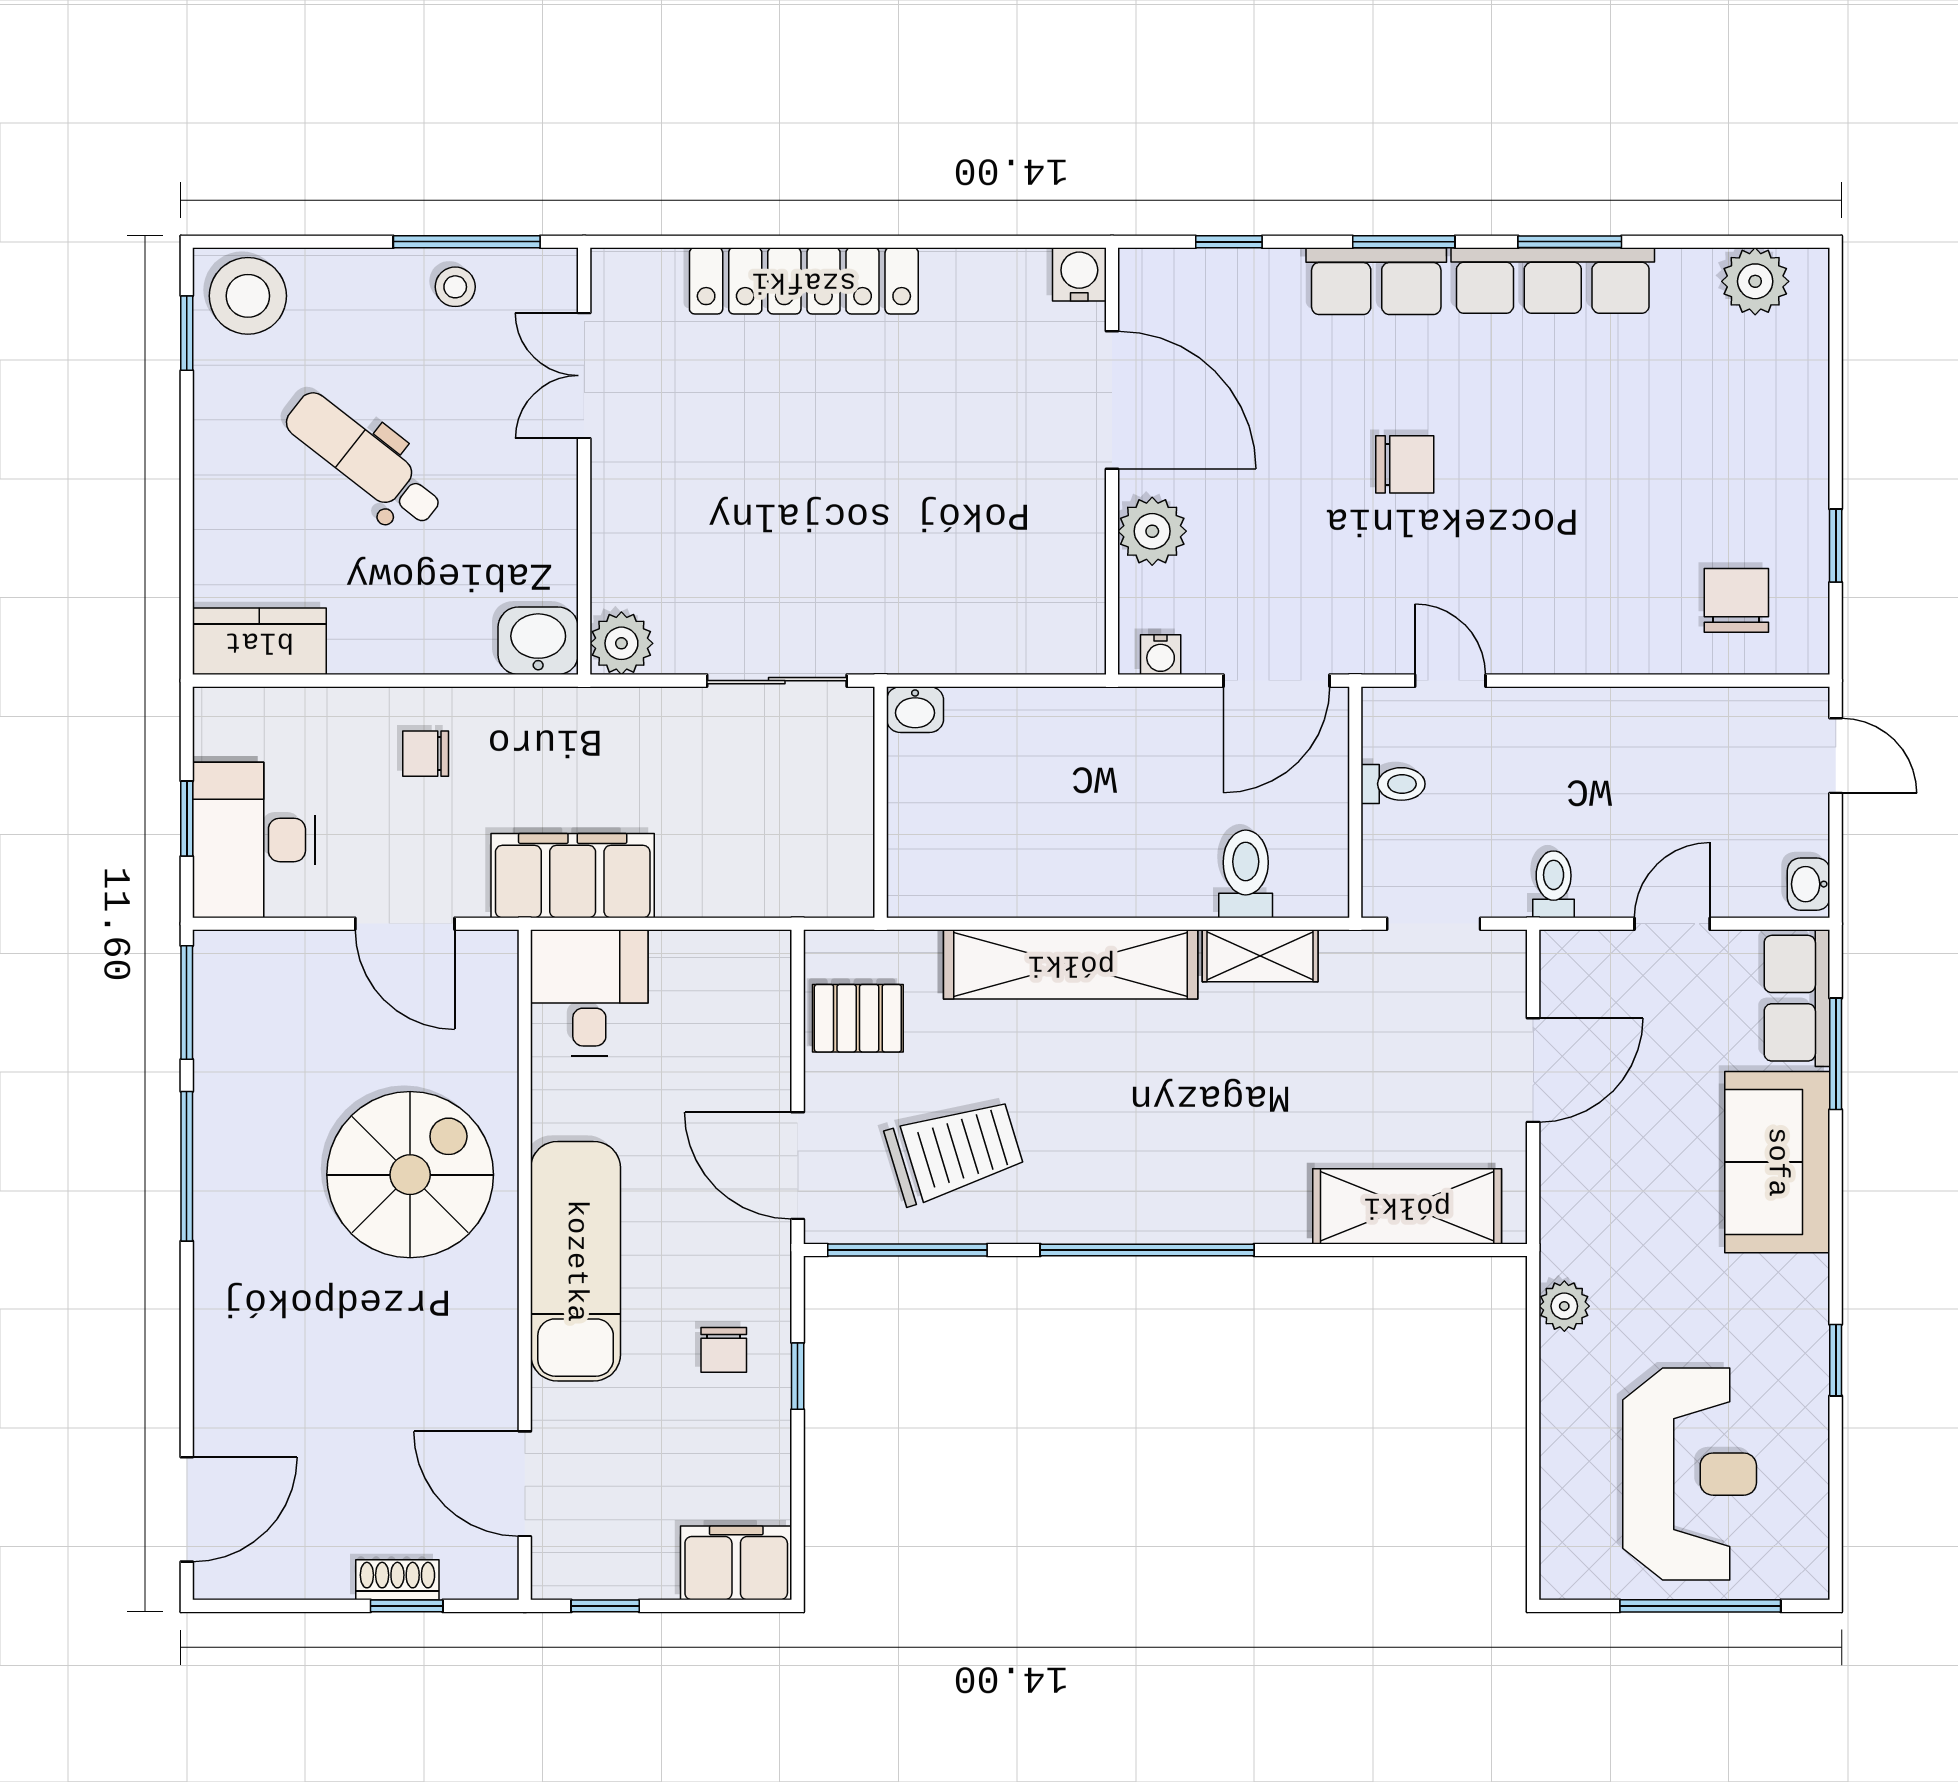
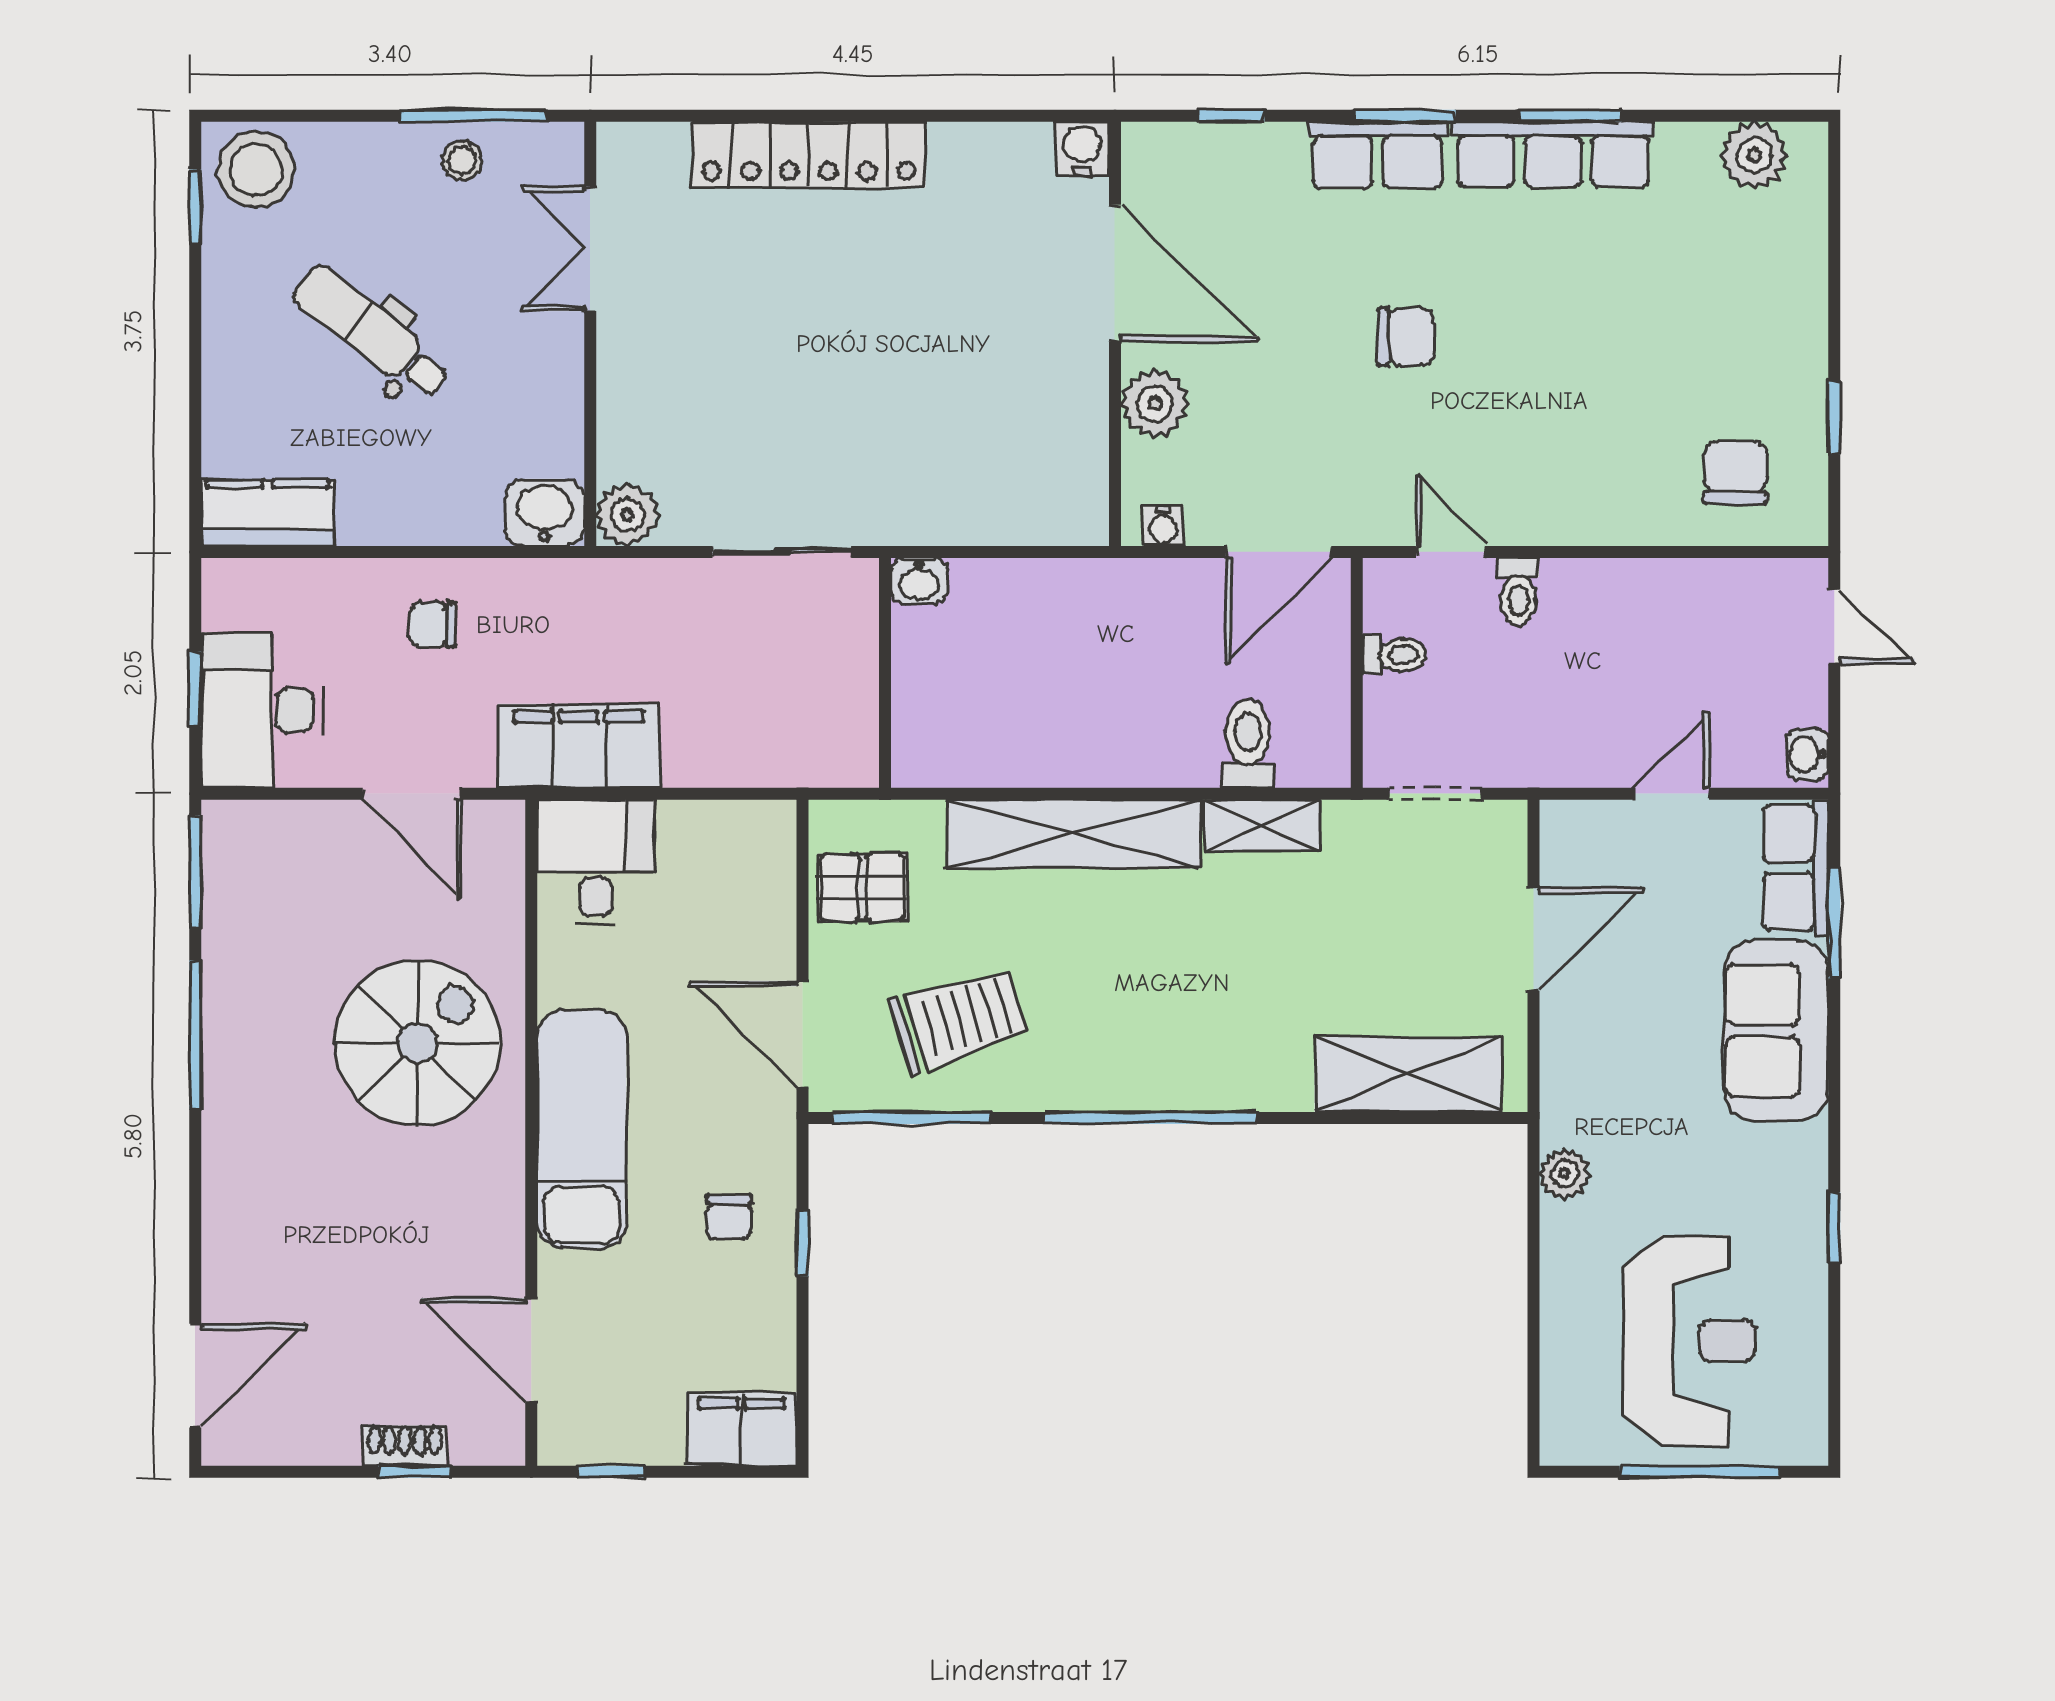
toilet: (1554, 884) -> (1518, 591), moved, turned 180

